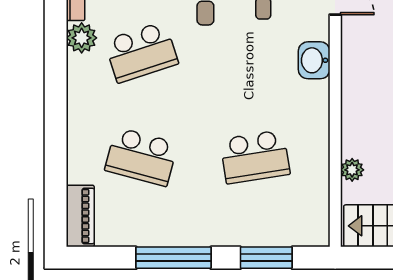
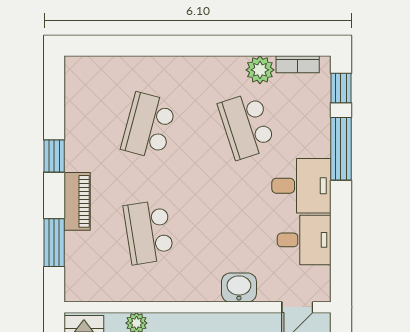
piano: (80, 216) -> (77, 201), moved, turned -90
window: (173, 258) -> (54, 156), width x0.46

